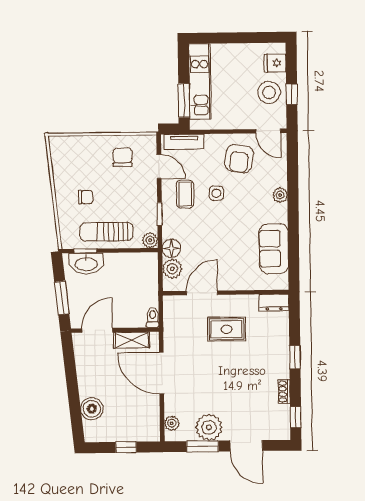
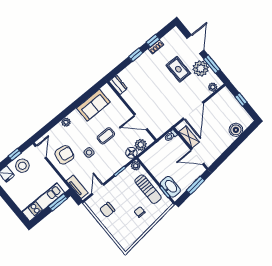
coffee table: (185, 194) -> (106, 136), moved
rug: (226, 329) -> (178, 69), moved
window: (296, 417) -> (153, 41), moved

